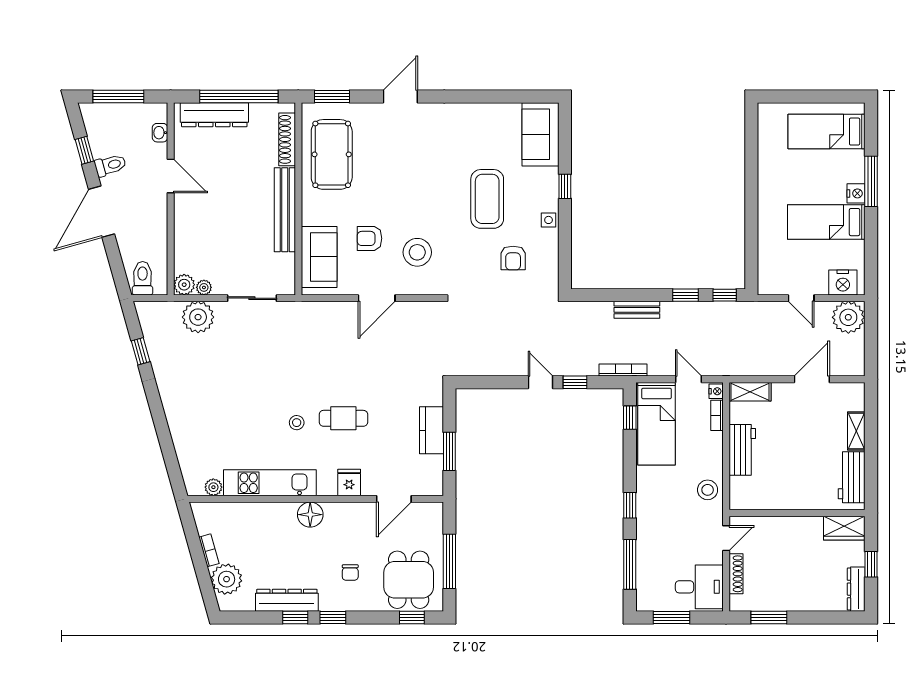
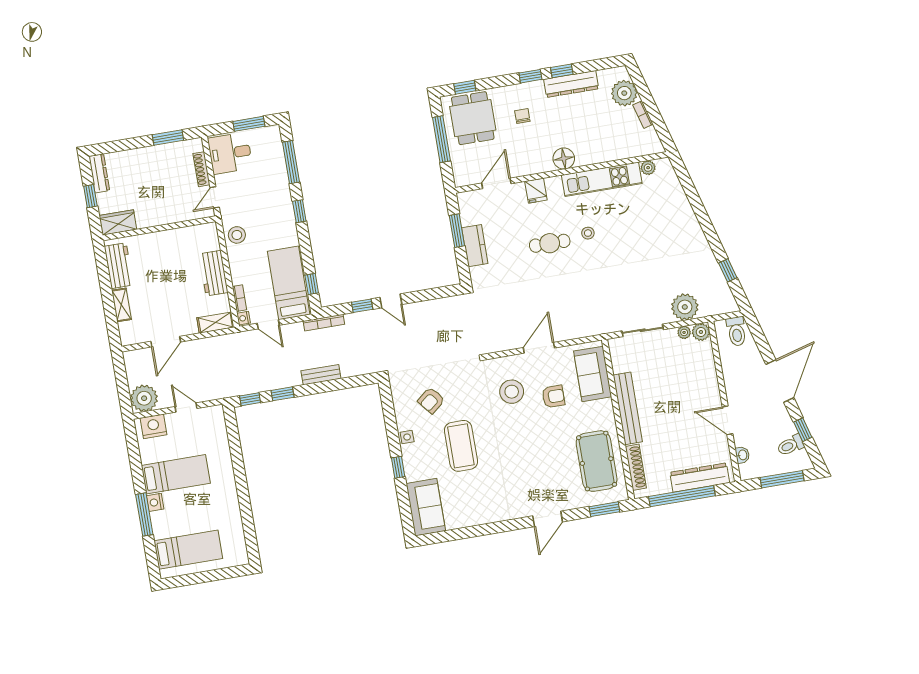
toilet: (110, 165) -> (791, 445), moved
armchair: (513, 258) -> (431, 400), turned -129

